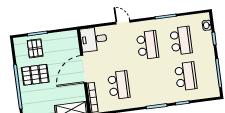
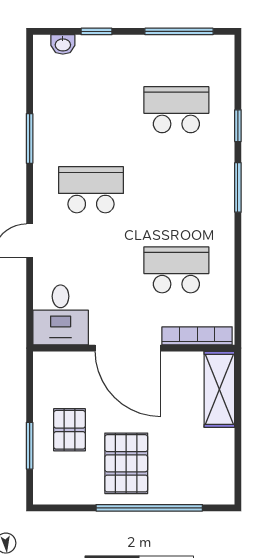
school desk: (181, 41) -> (91, 110), removed
pallet: (35, 48) -> (70, 430), moved, turned 90

